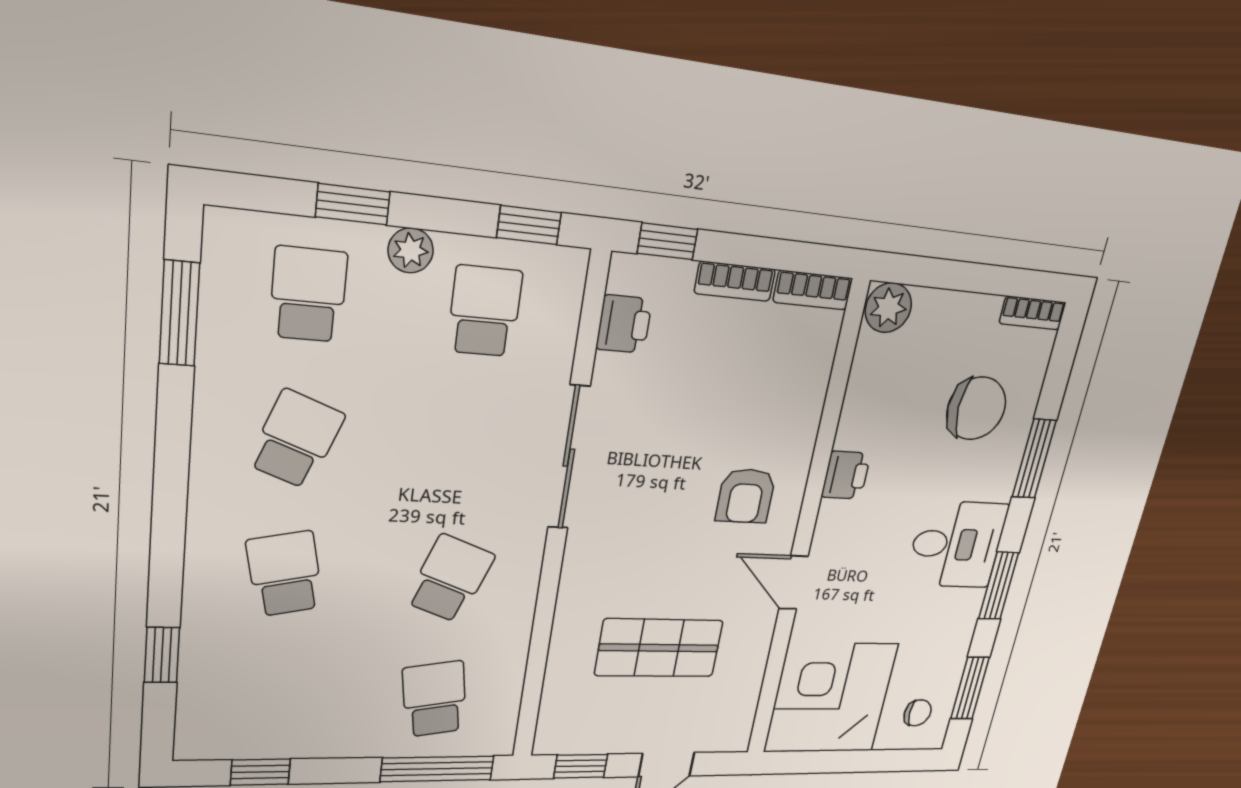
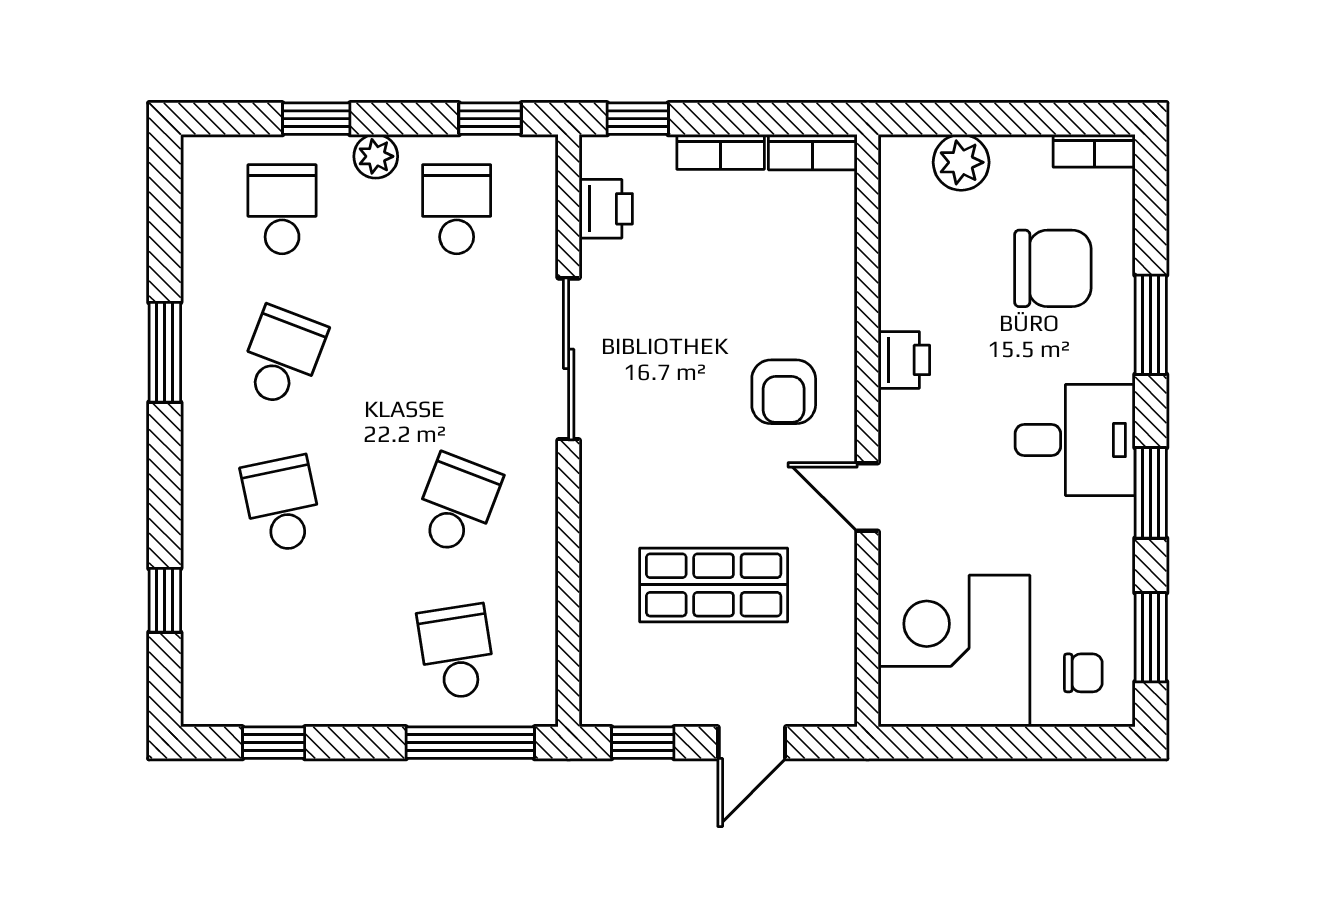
plant: (888, 308) -> (961, 162), moved
window: (179, 314) -> (165, 352), moved

